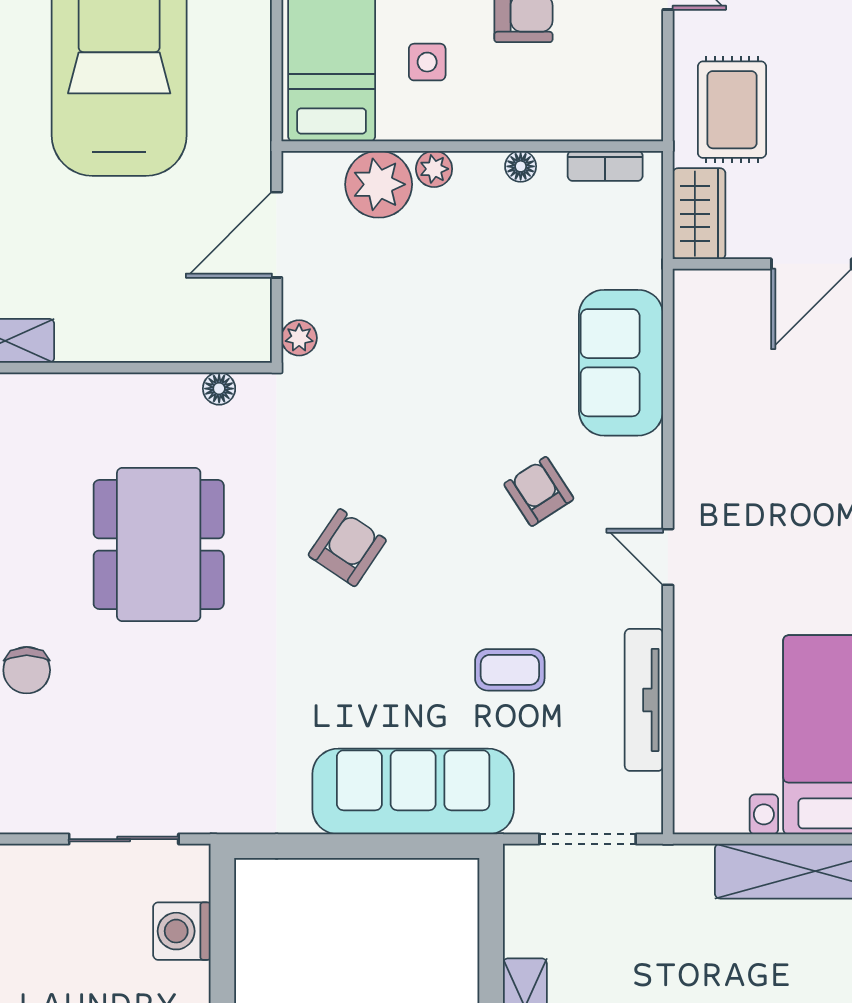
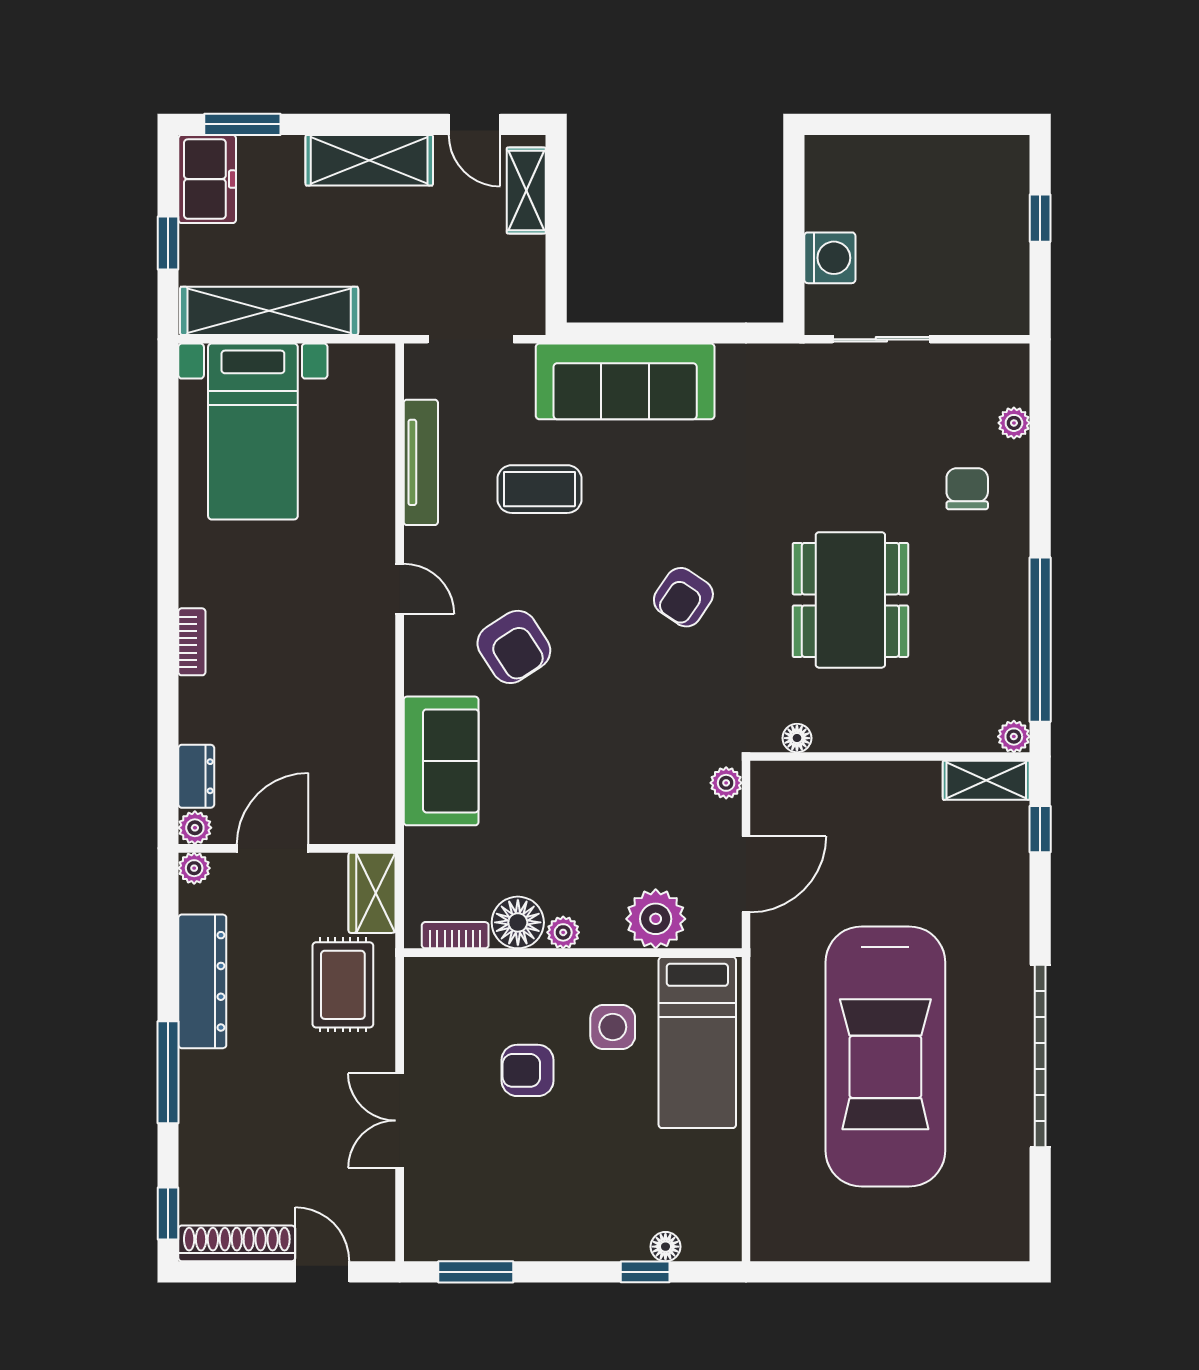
side table: (427, 62) -> (613, 1027), width x1.37, depth x1.37
floor lamp: (521, 166) -> (518, 922), width x1.89, depth x1.89
plant: (434, 169) -> (563, 932), moved
armchair: (539, 491) -> (514, 647), width x1.38, depth x1.38
coffee table: (510, 670) -> (539, 489), width x1.36, depth x1.30

